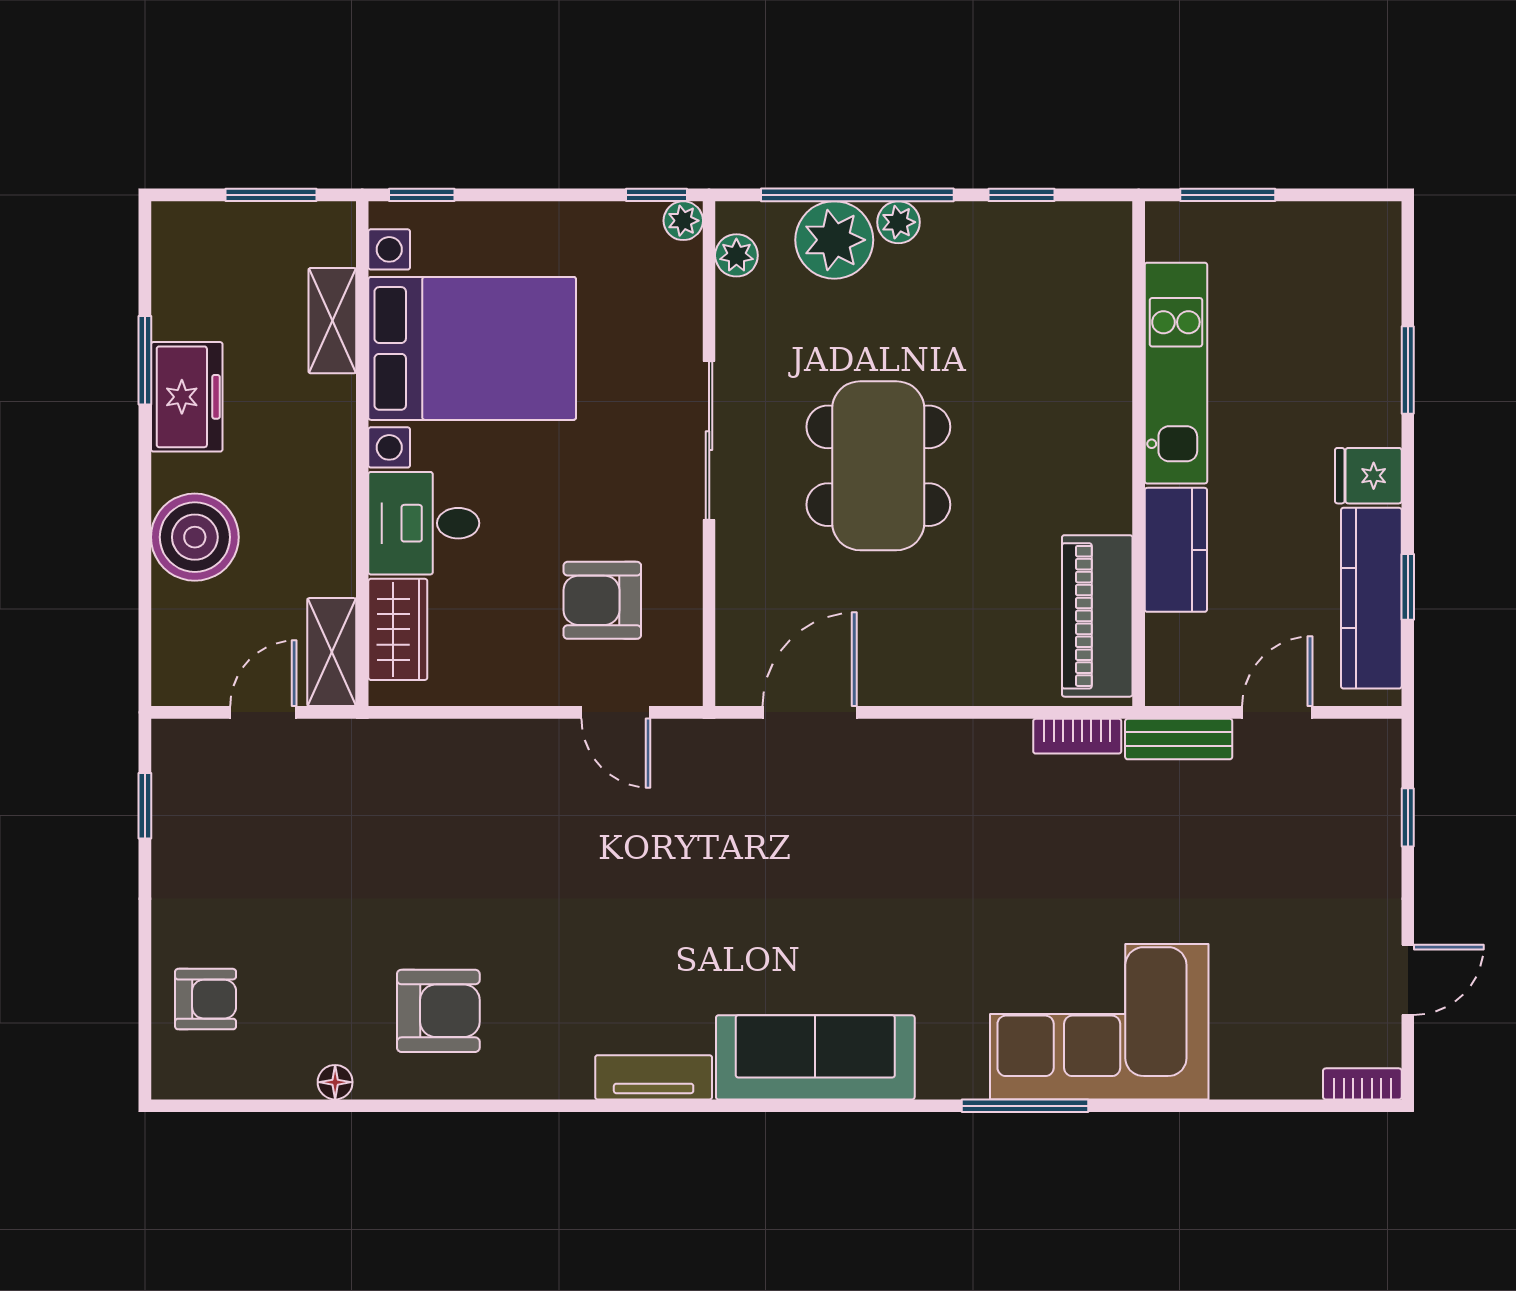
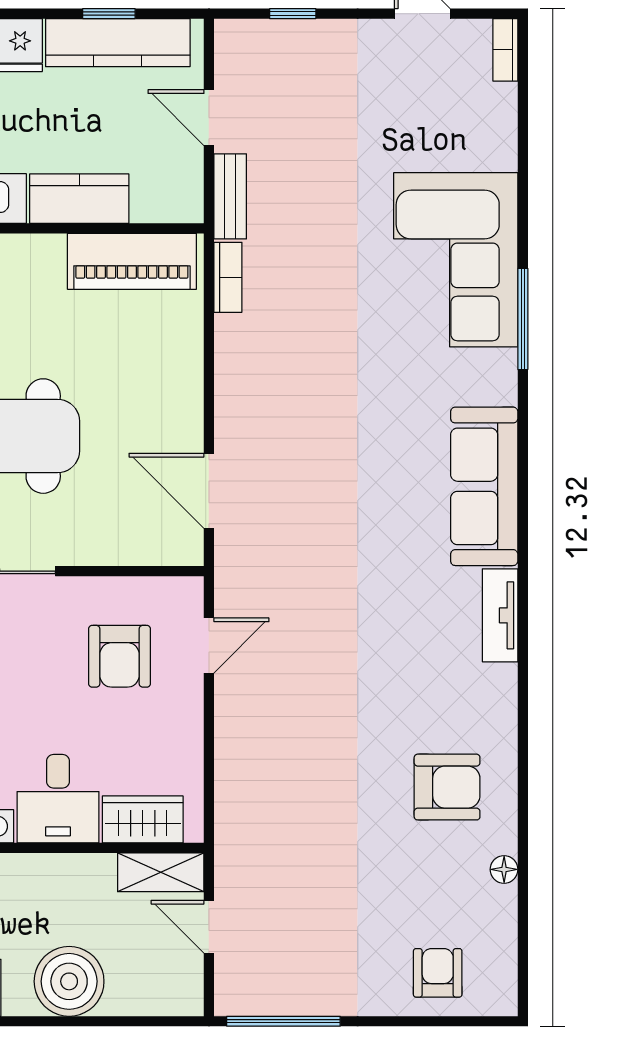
window: (145, 806) -> (283, 1021), width x2.17
armchair: (438, 1011) -> (447, 787), turned 90

